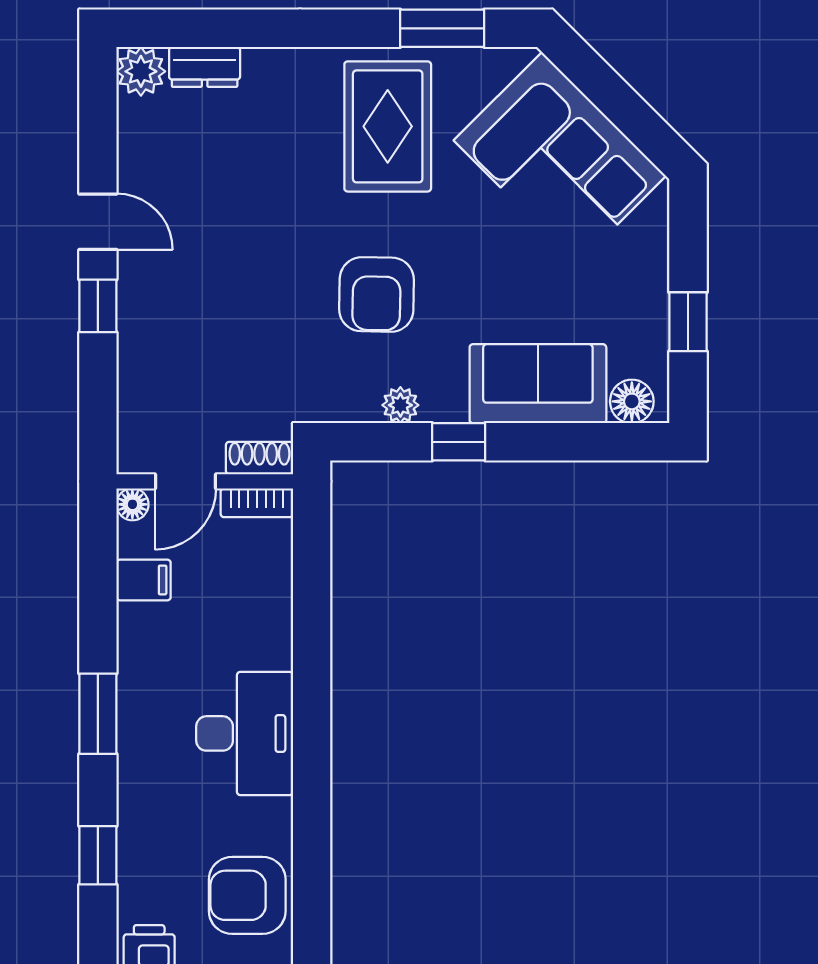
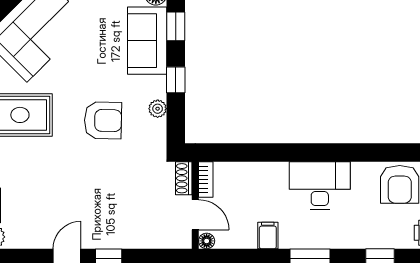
window: (567, 442) -> (176, 26), added
filing cabinet: (144, 580) -> (268, 235), moved

